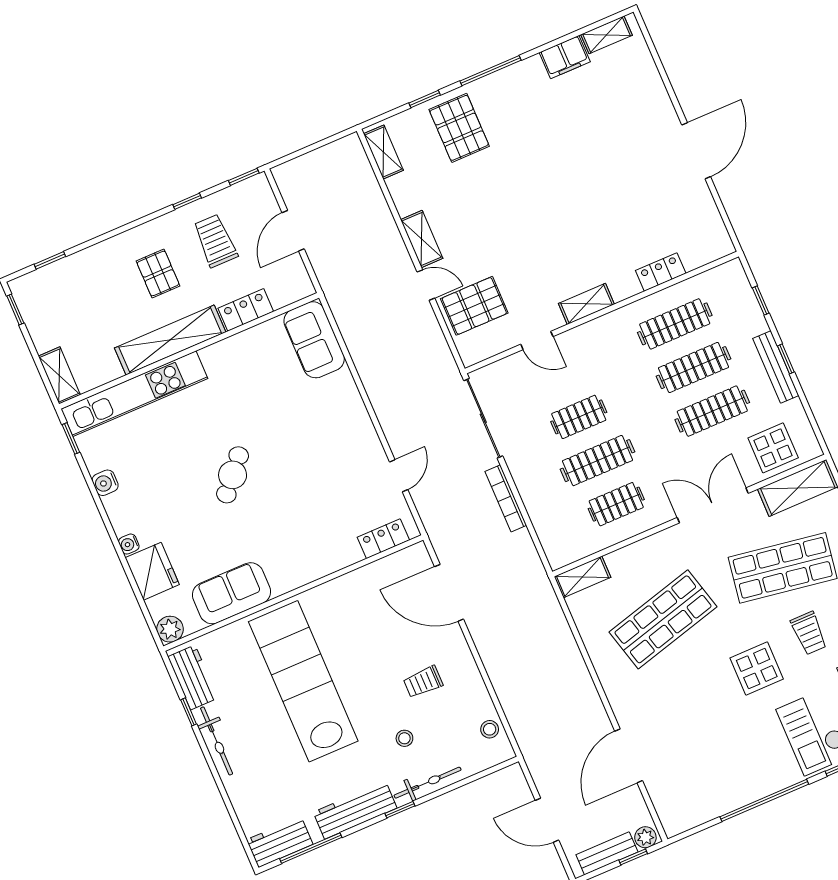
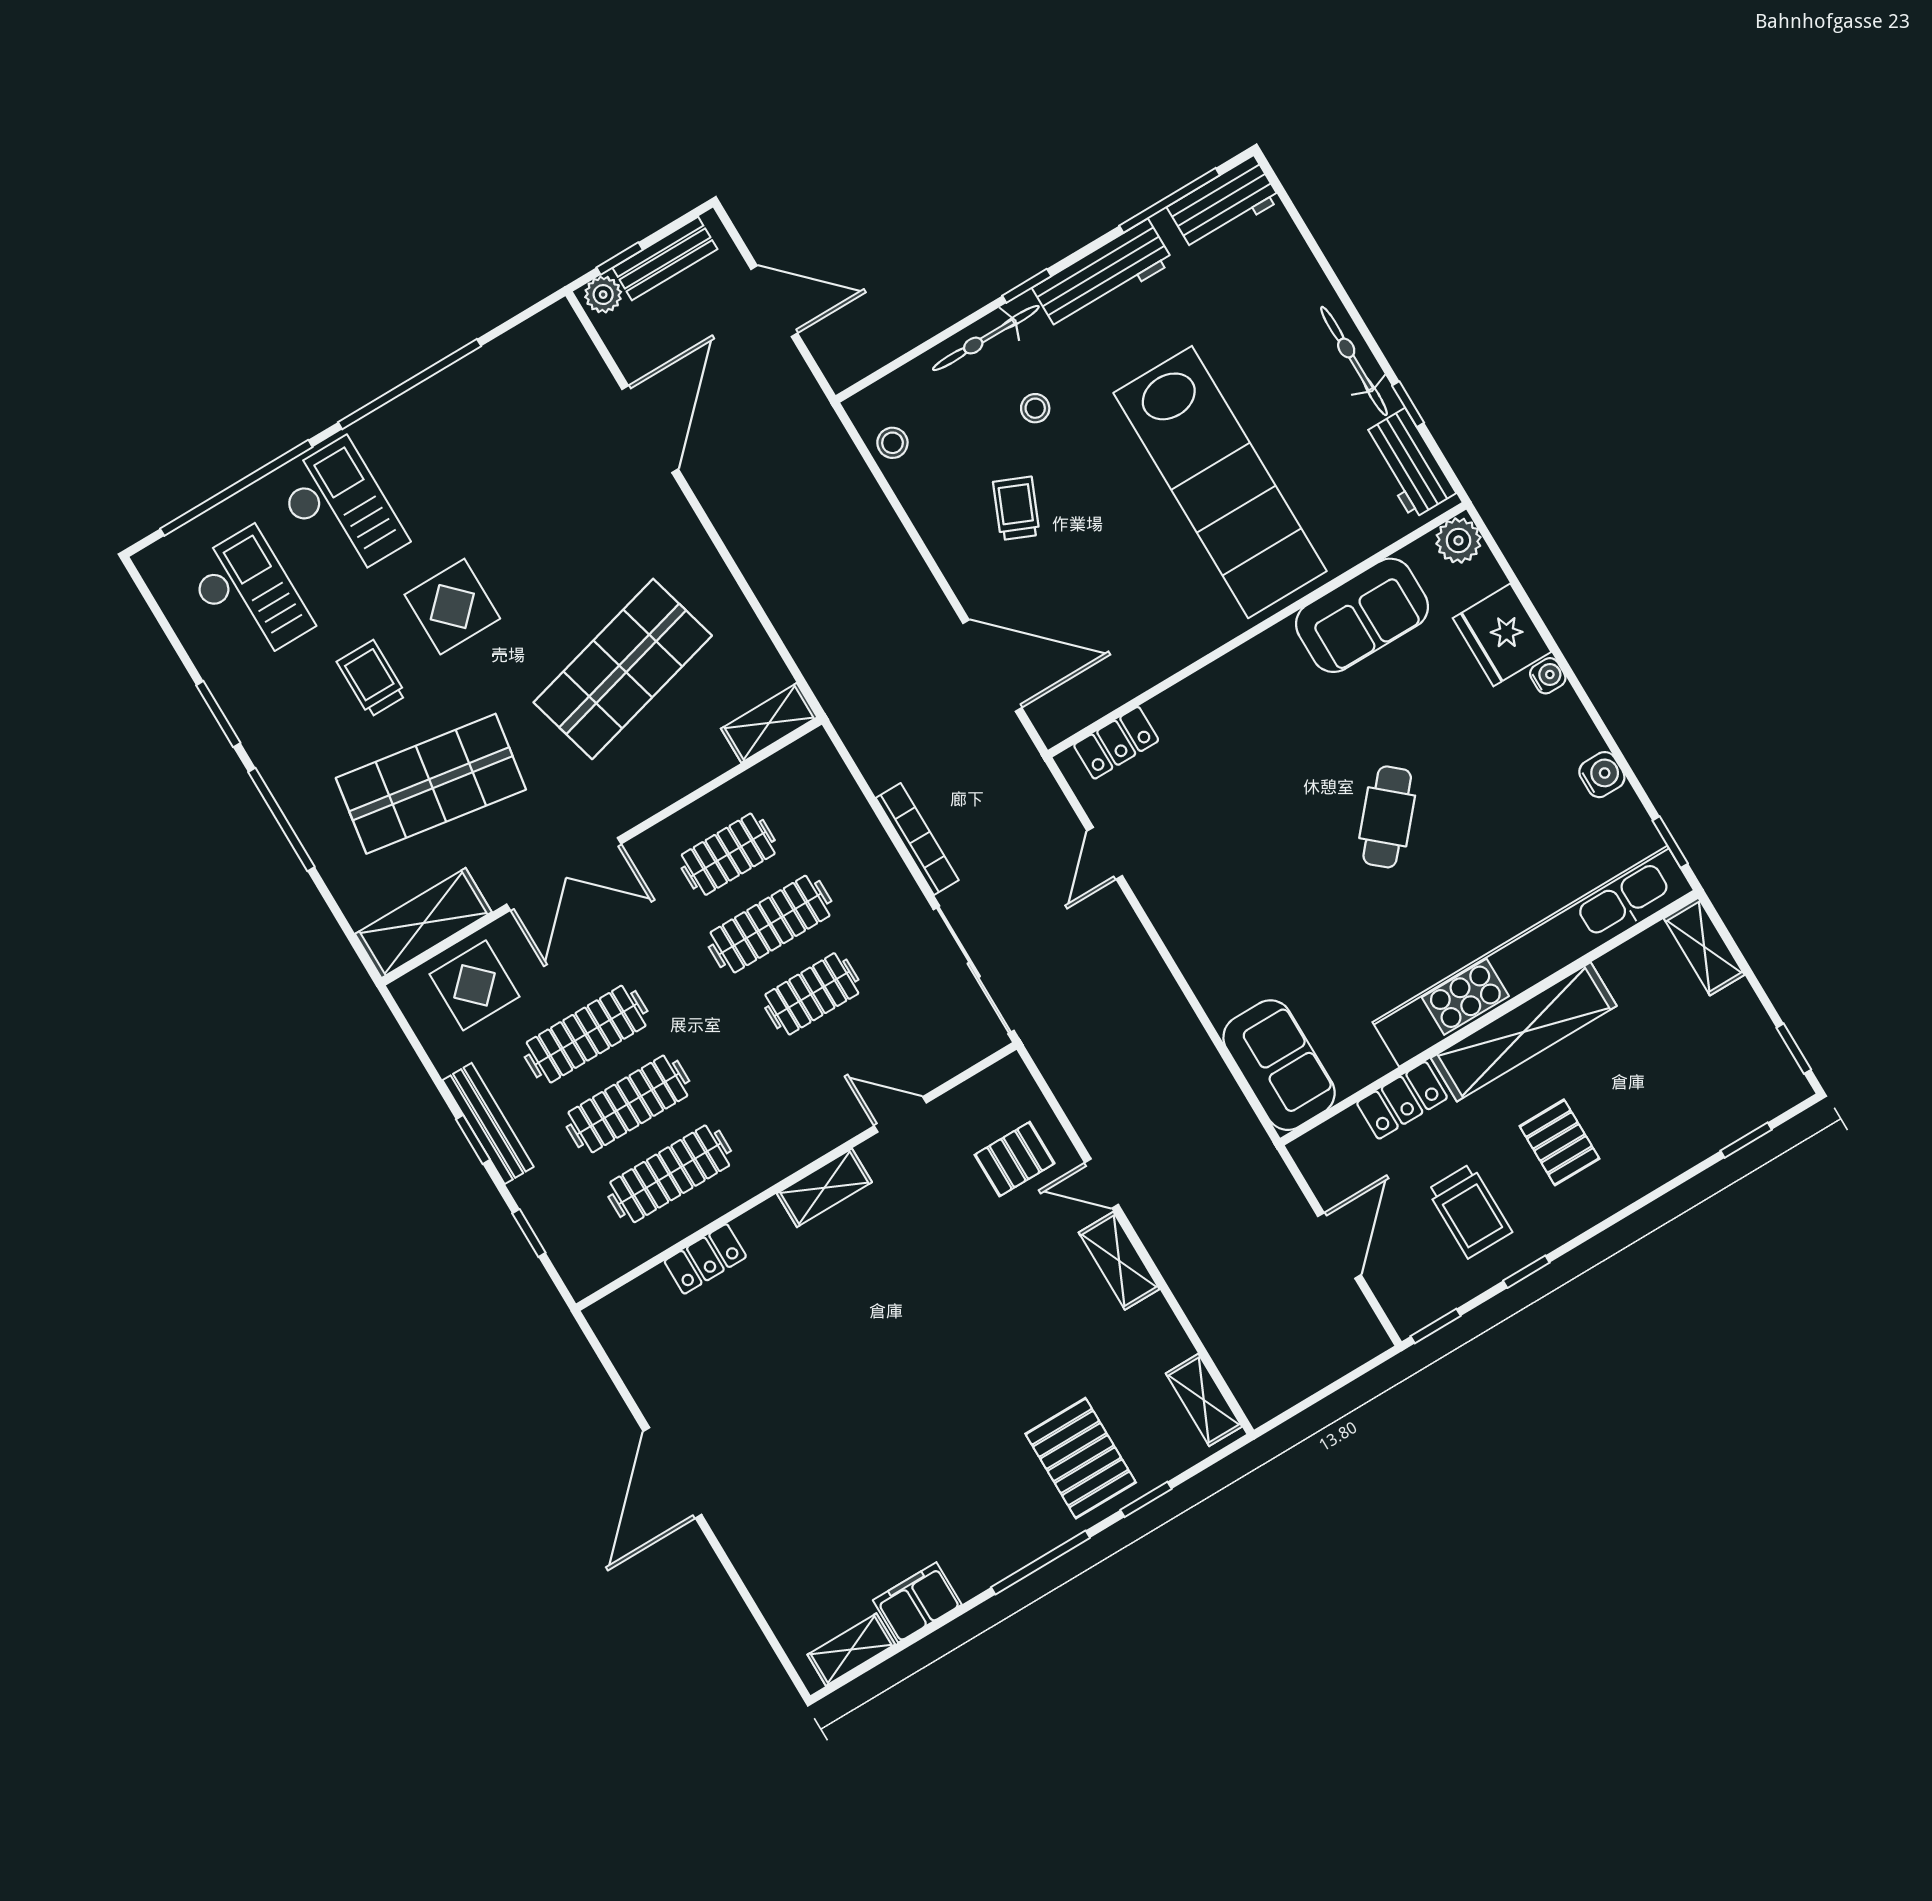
pallet: (474, 306) -> (1015, 1159), width x0.67, depth x0.71
kitchen unit: (134, 394) -> (1533, 956), width x1.36
trolley: (423, 682) -> (1016, 508), turned -67

